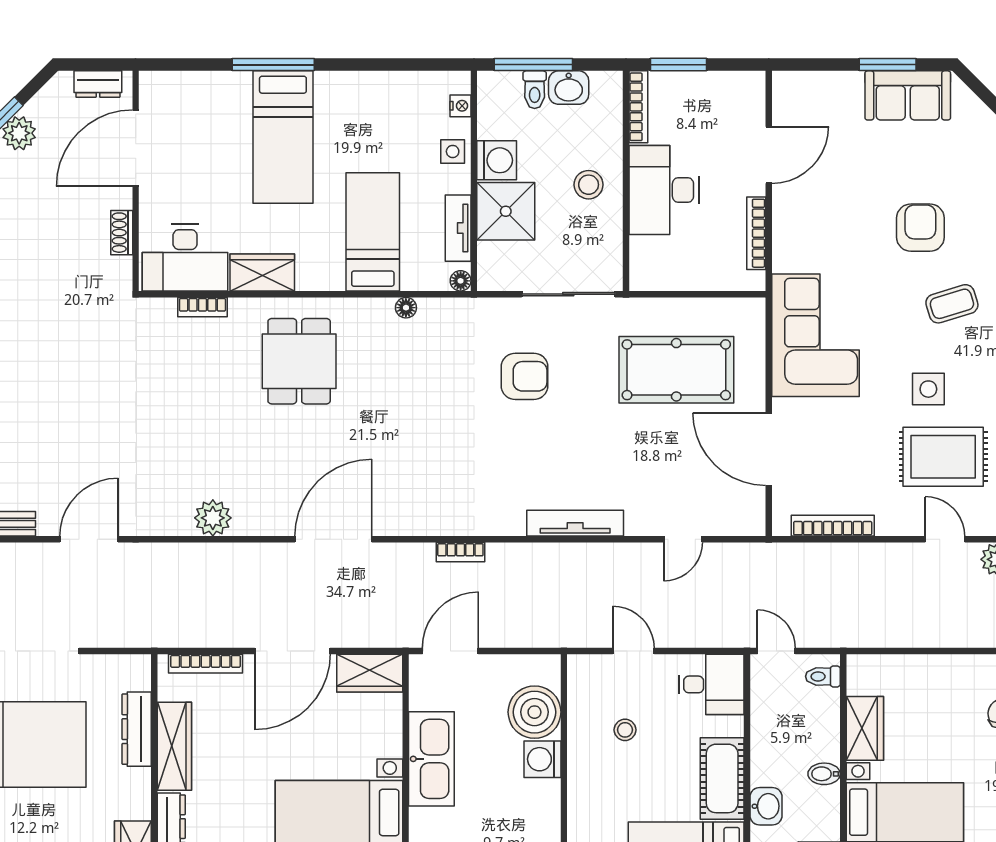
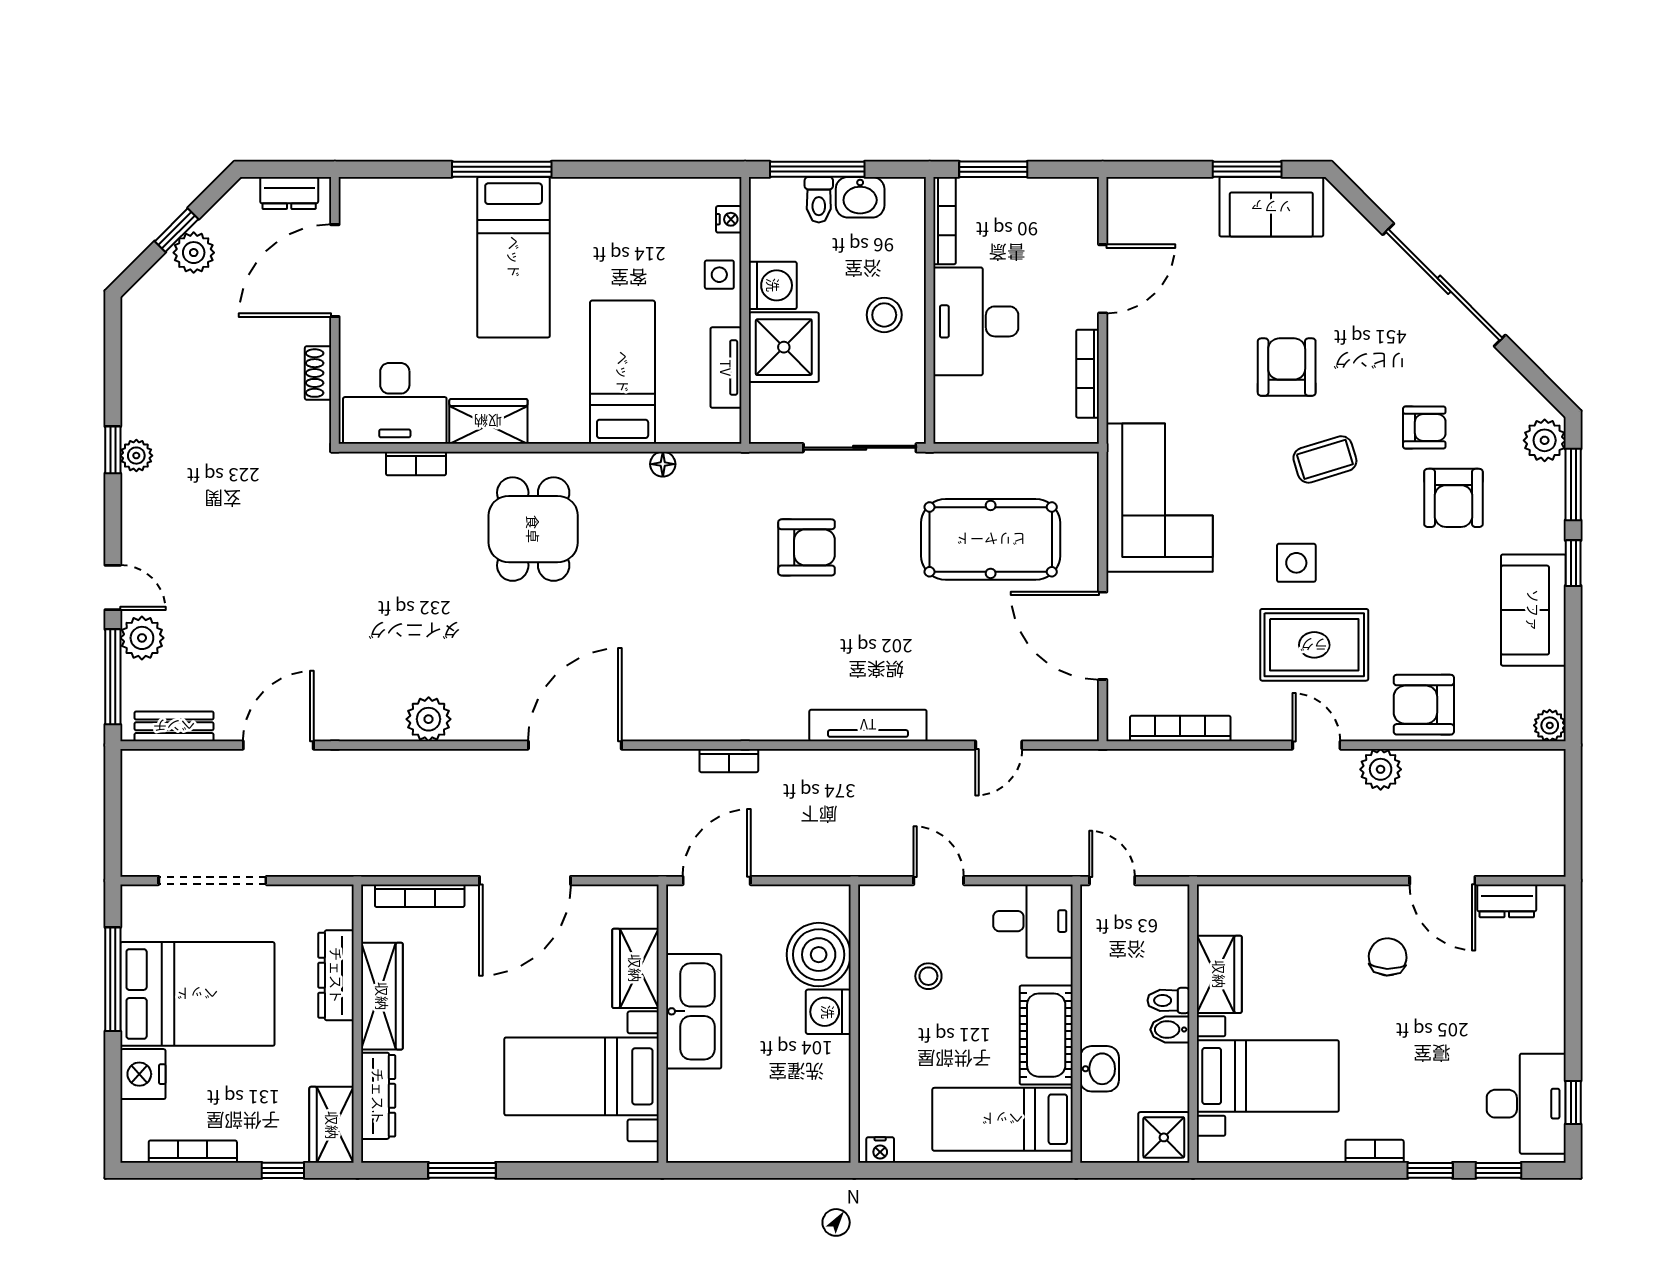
floor lamp: (461, 281) -> (729, 432), removed
wardrobe: (370, 673) -> (635, 968), moved, turned 90
toilet: (823, 676) -> (1168, 1000), moved

